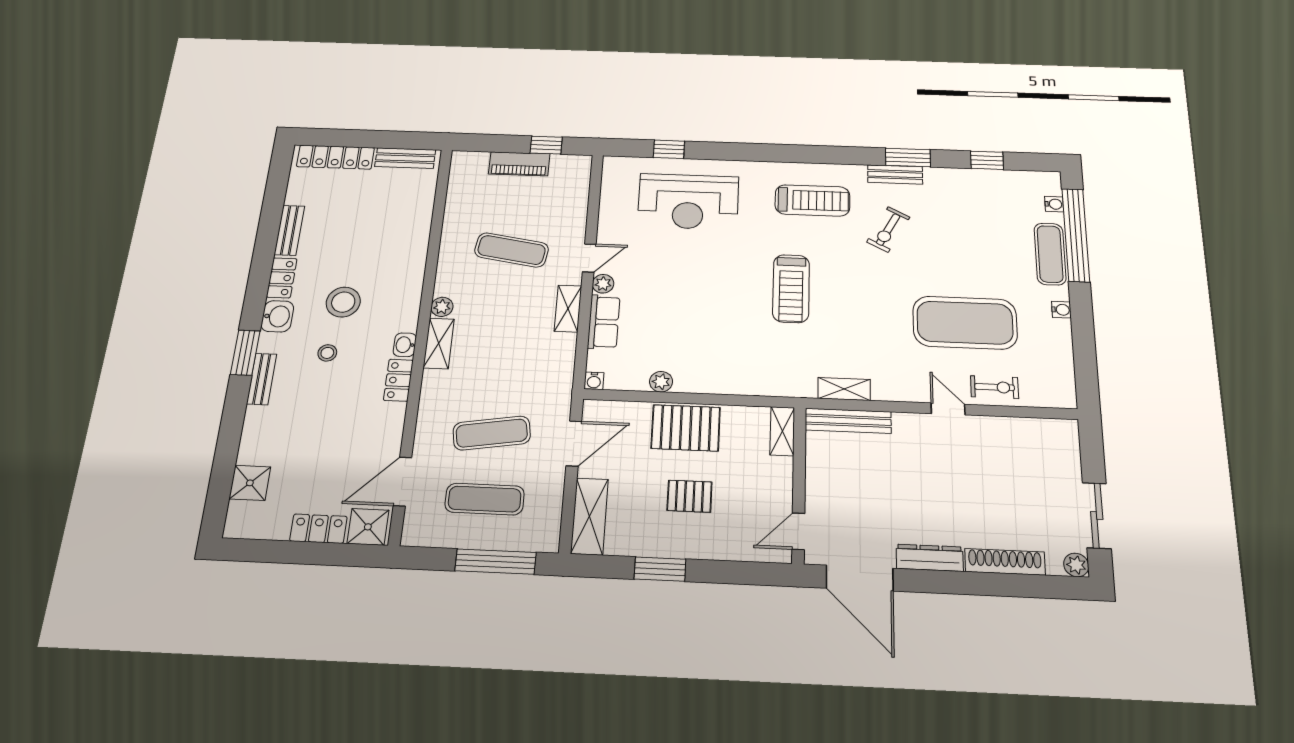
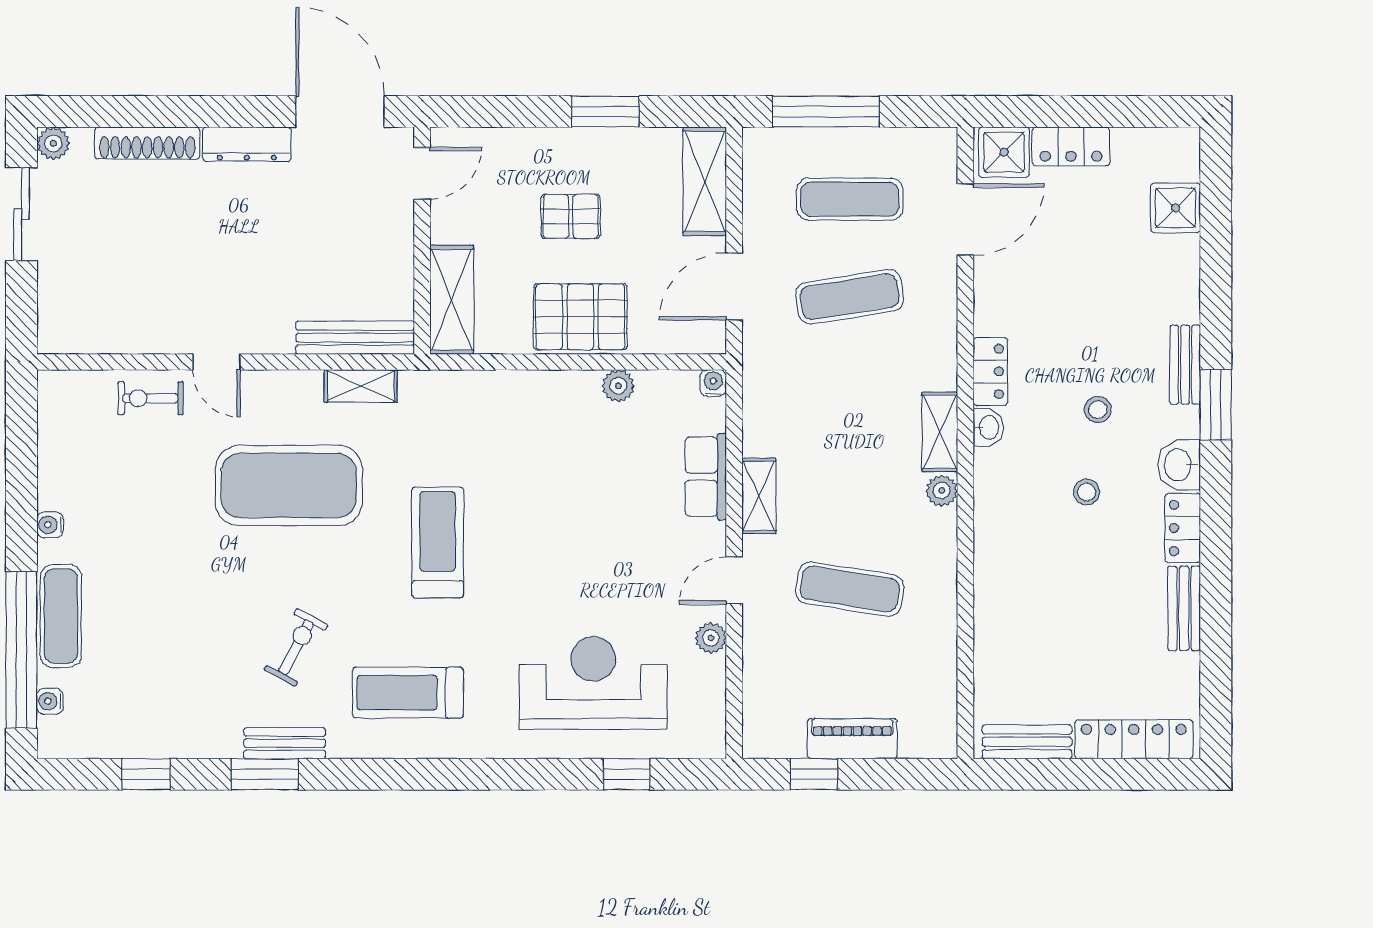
plant: (603, 284) -> (711, 638), moved
stool: (343, 302) -> (1086, 492), width x0.53, depth x0.53
exercise mat: (965, 323) -> (289, 485), moved
shelving: (782, 431) -> (452, 300), width x1.50, depth x1.33

